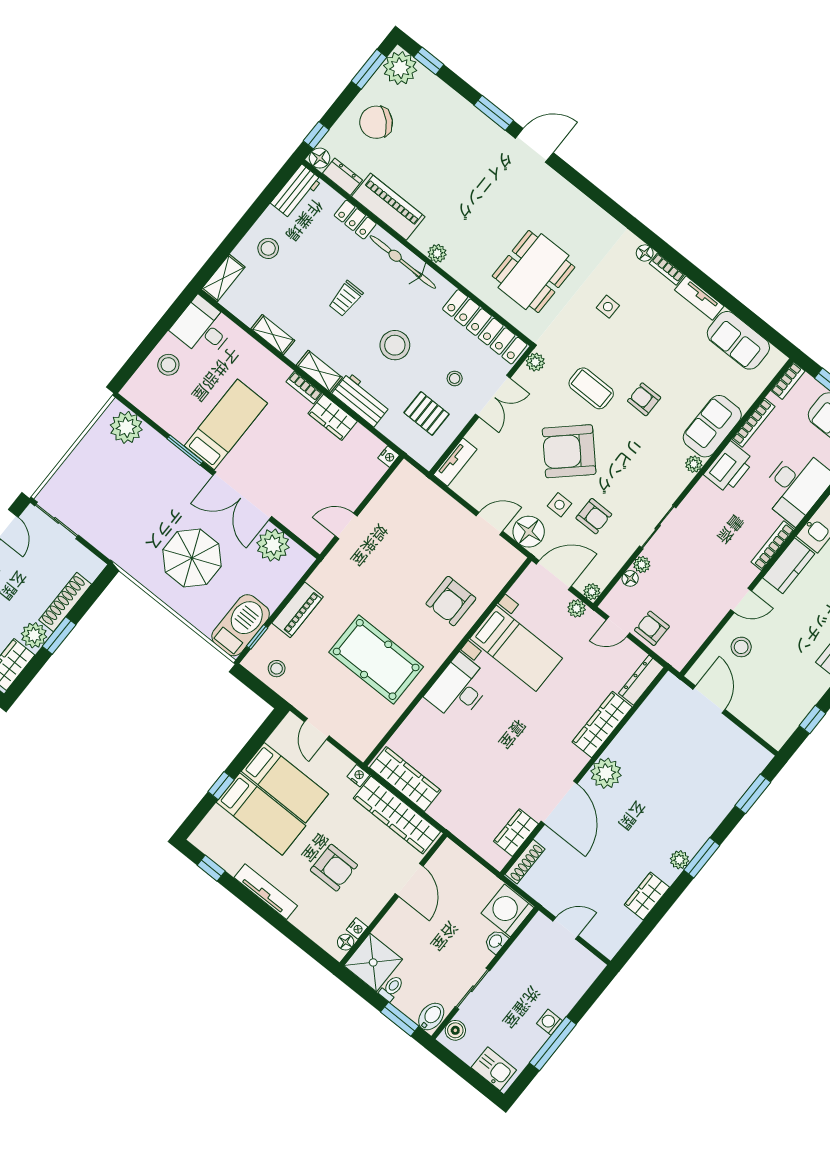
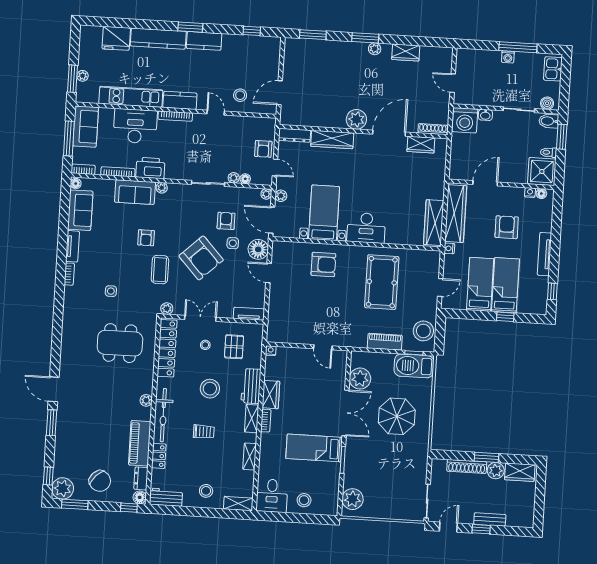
floor lamp: (645, 253) -> (76, 184), moved
stool: (277, 669) -> (423, 331), width x1.89, depth x1.89

